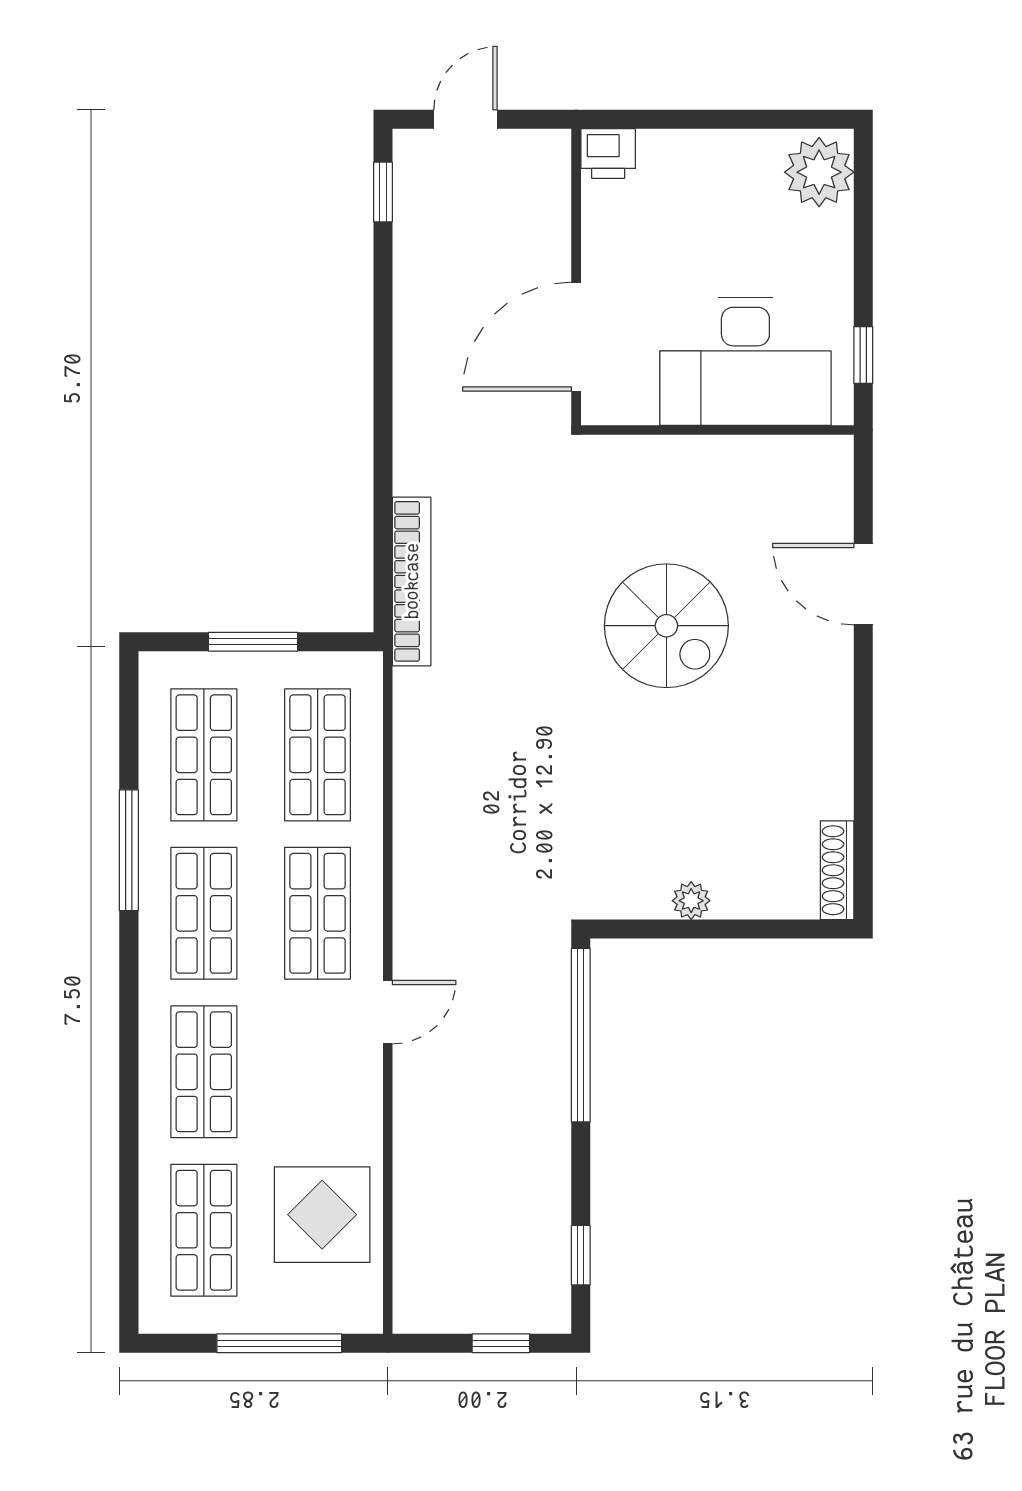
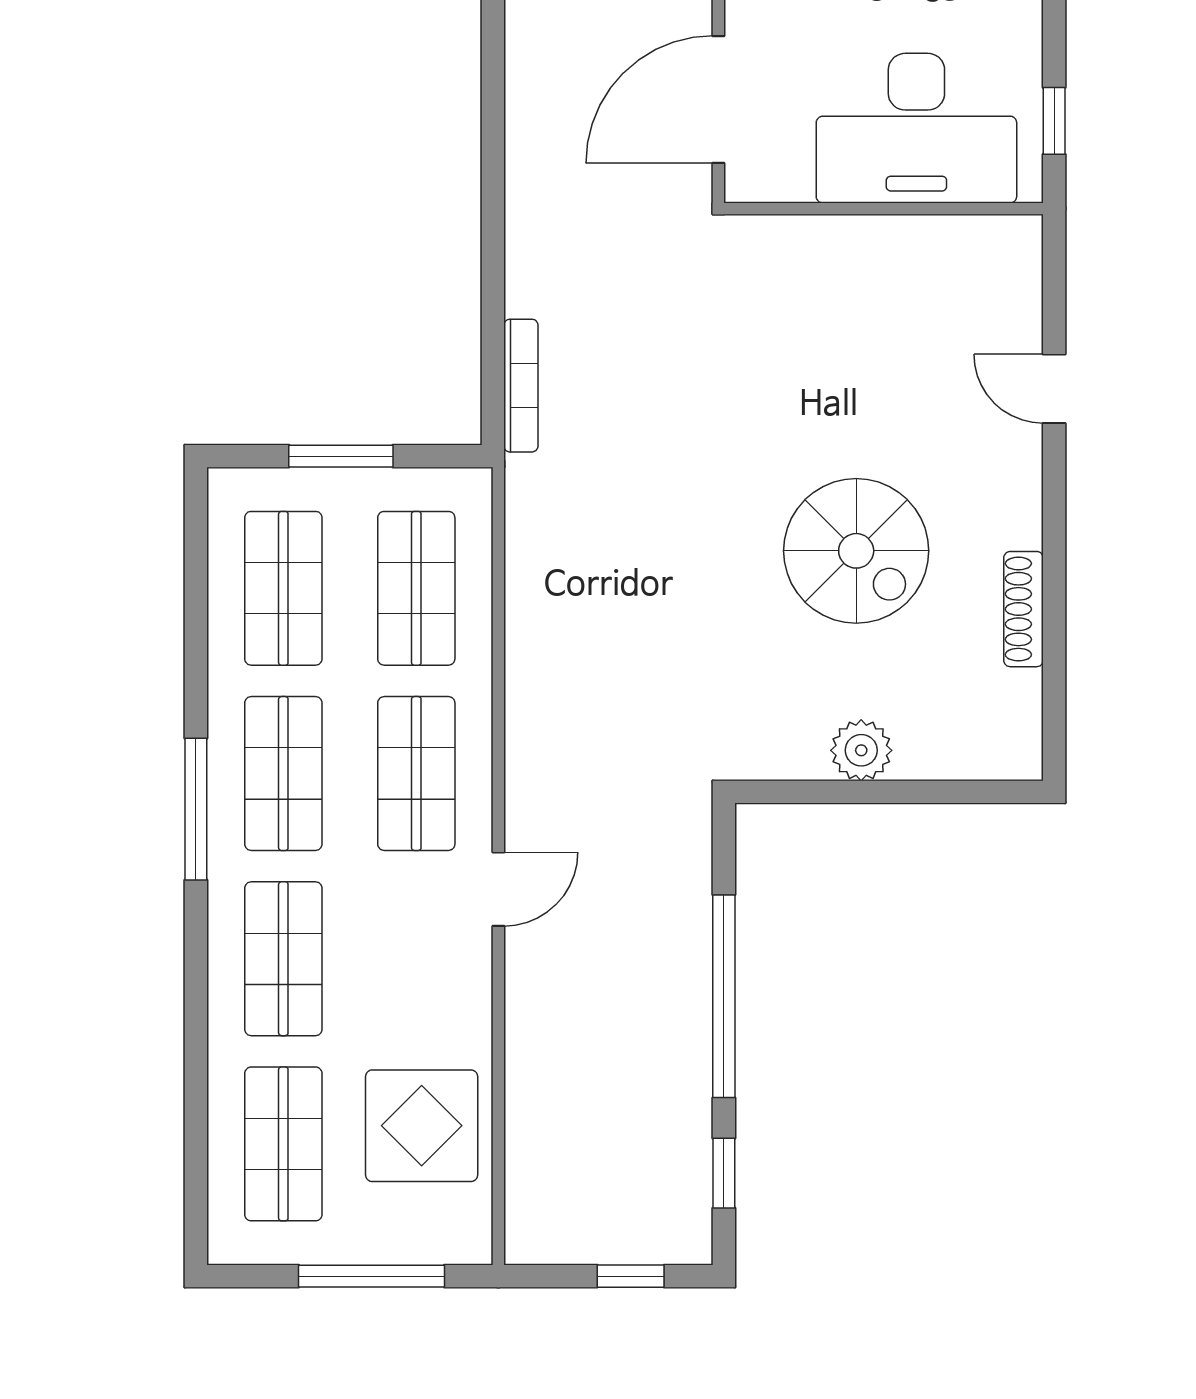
bookcase: (412, 581) -> (521, 386), width x0.68, depth x0.76
door: (863, 584) -> (1054, 389), width x0.73
spiral stairs: (666, 626) -> (856, 551), moved
window: (129, 850) -> (196, 809), moved
shoe rack: (837, 870) -> (1024, 609), moved
plant: (691, 901) -> (861, 750), width x1.38, depth x1.38
window: (581, 1035) -> (724, 996), moved

